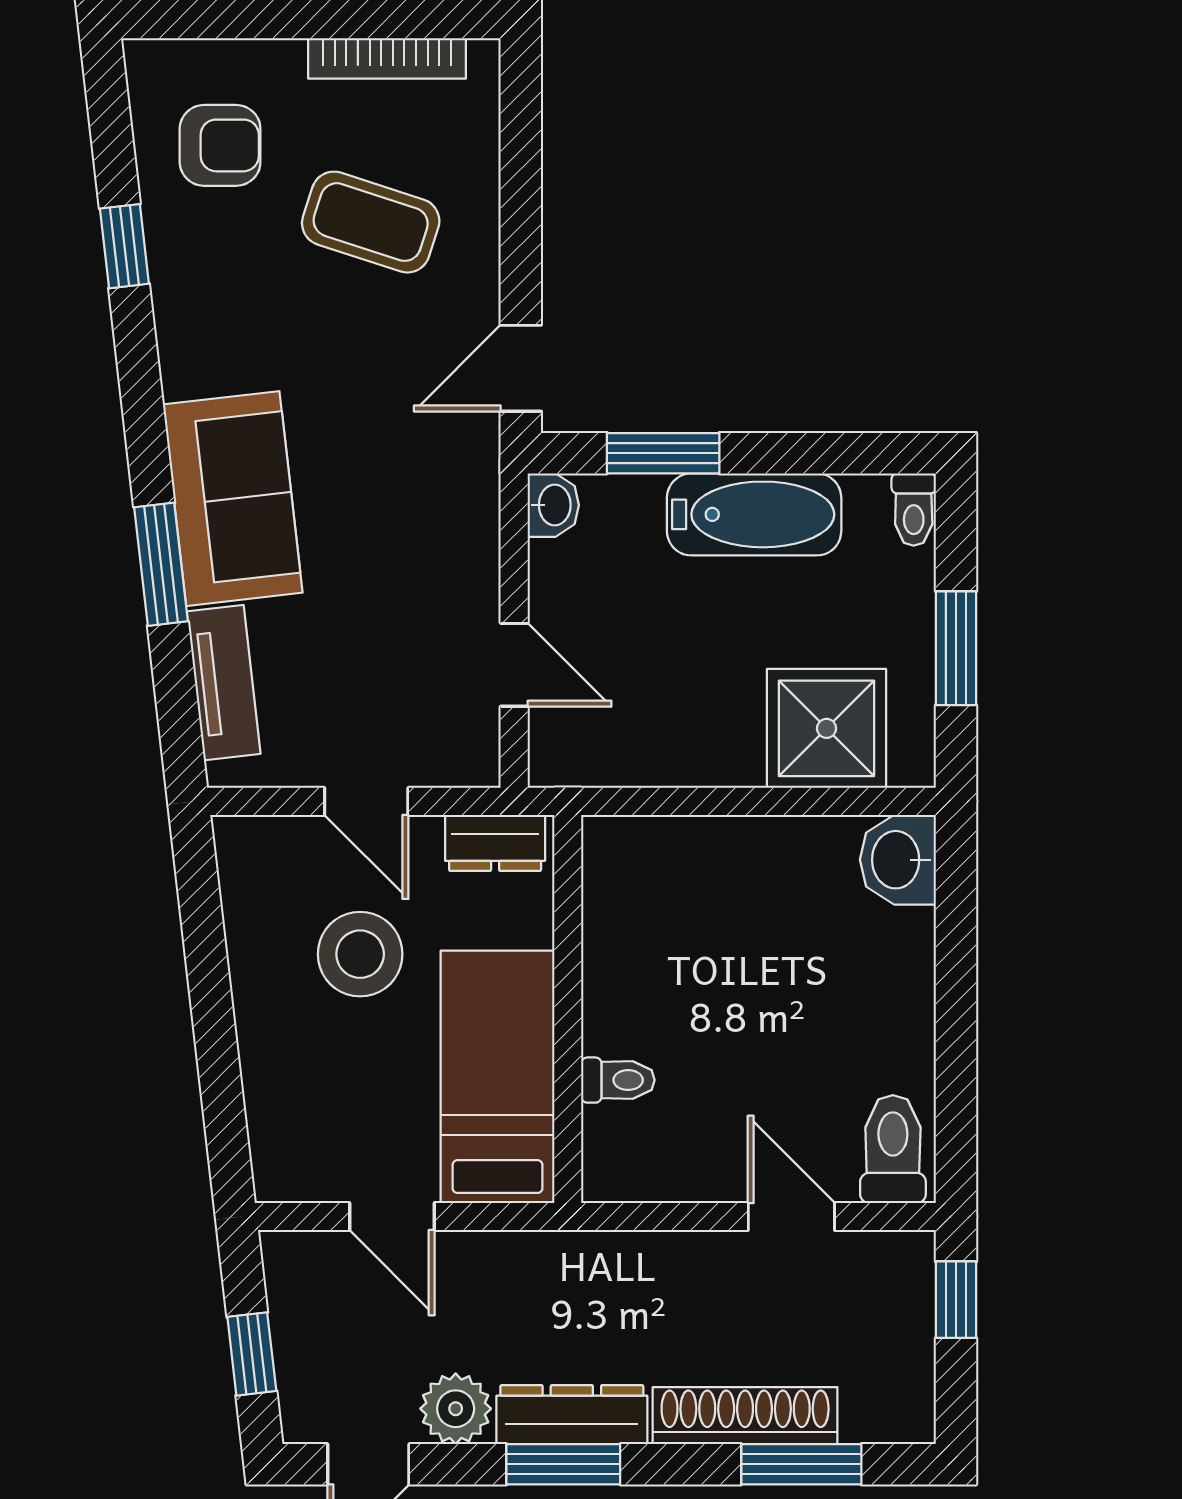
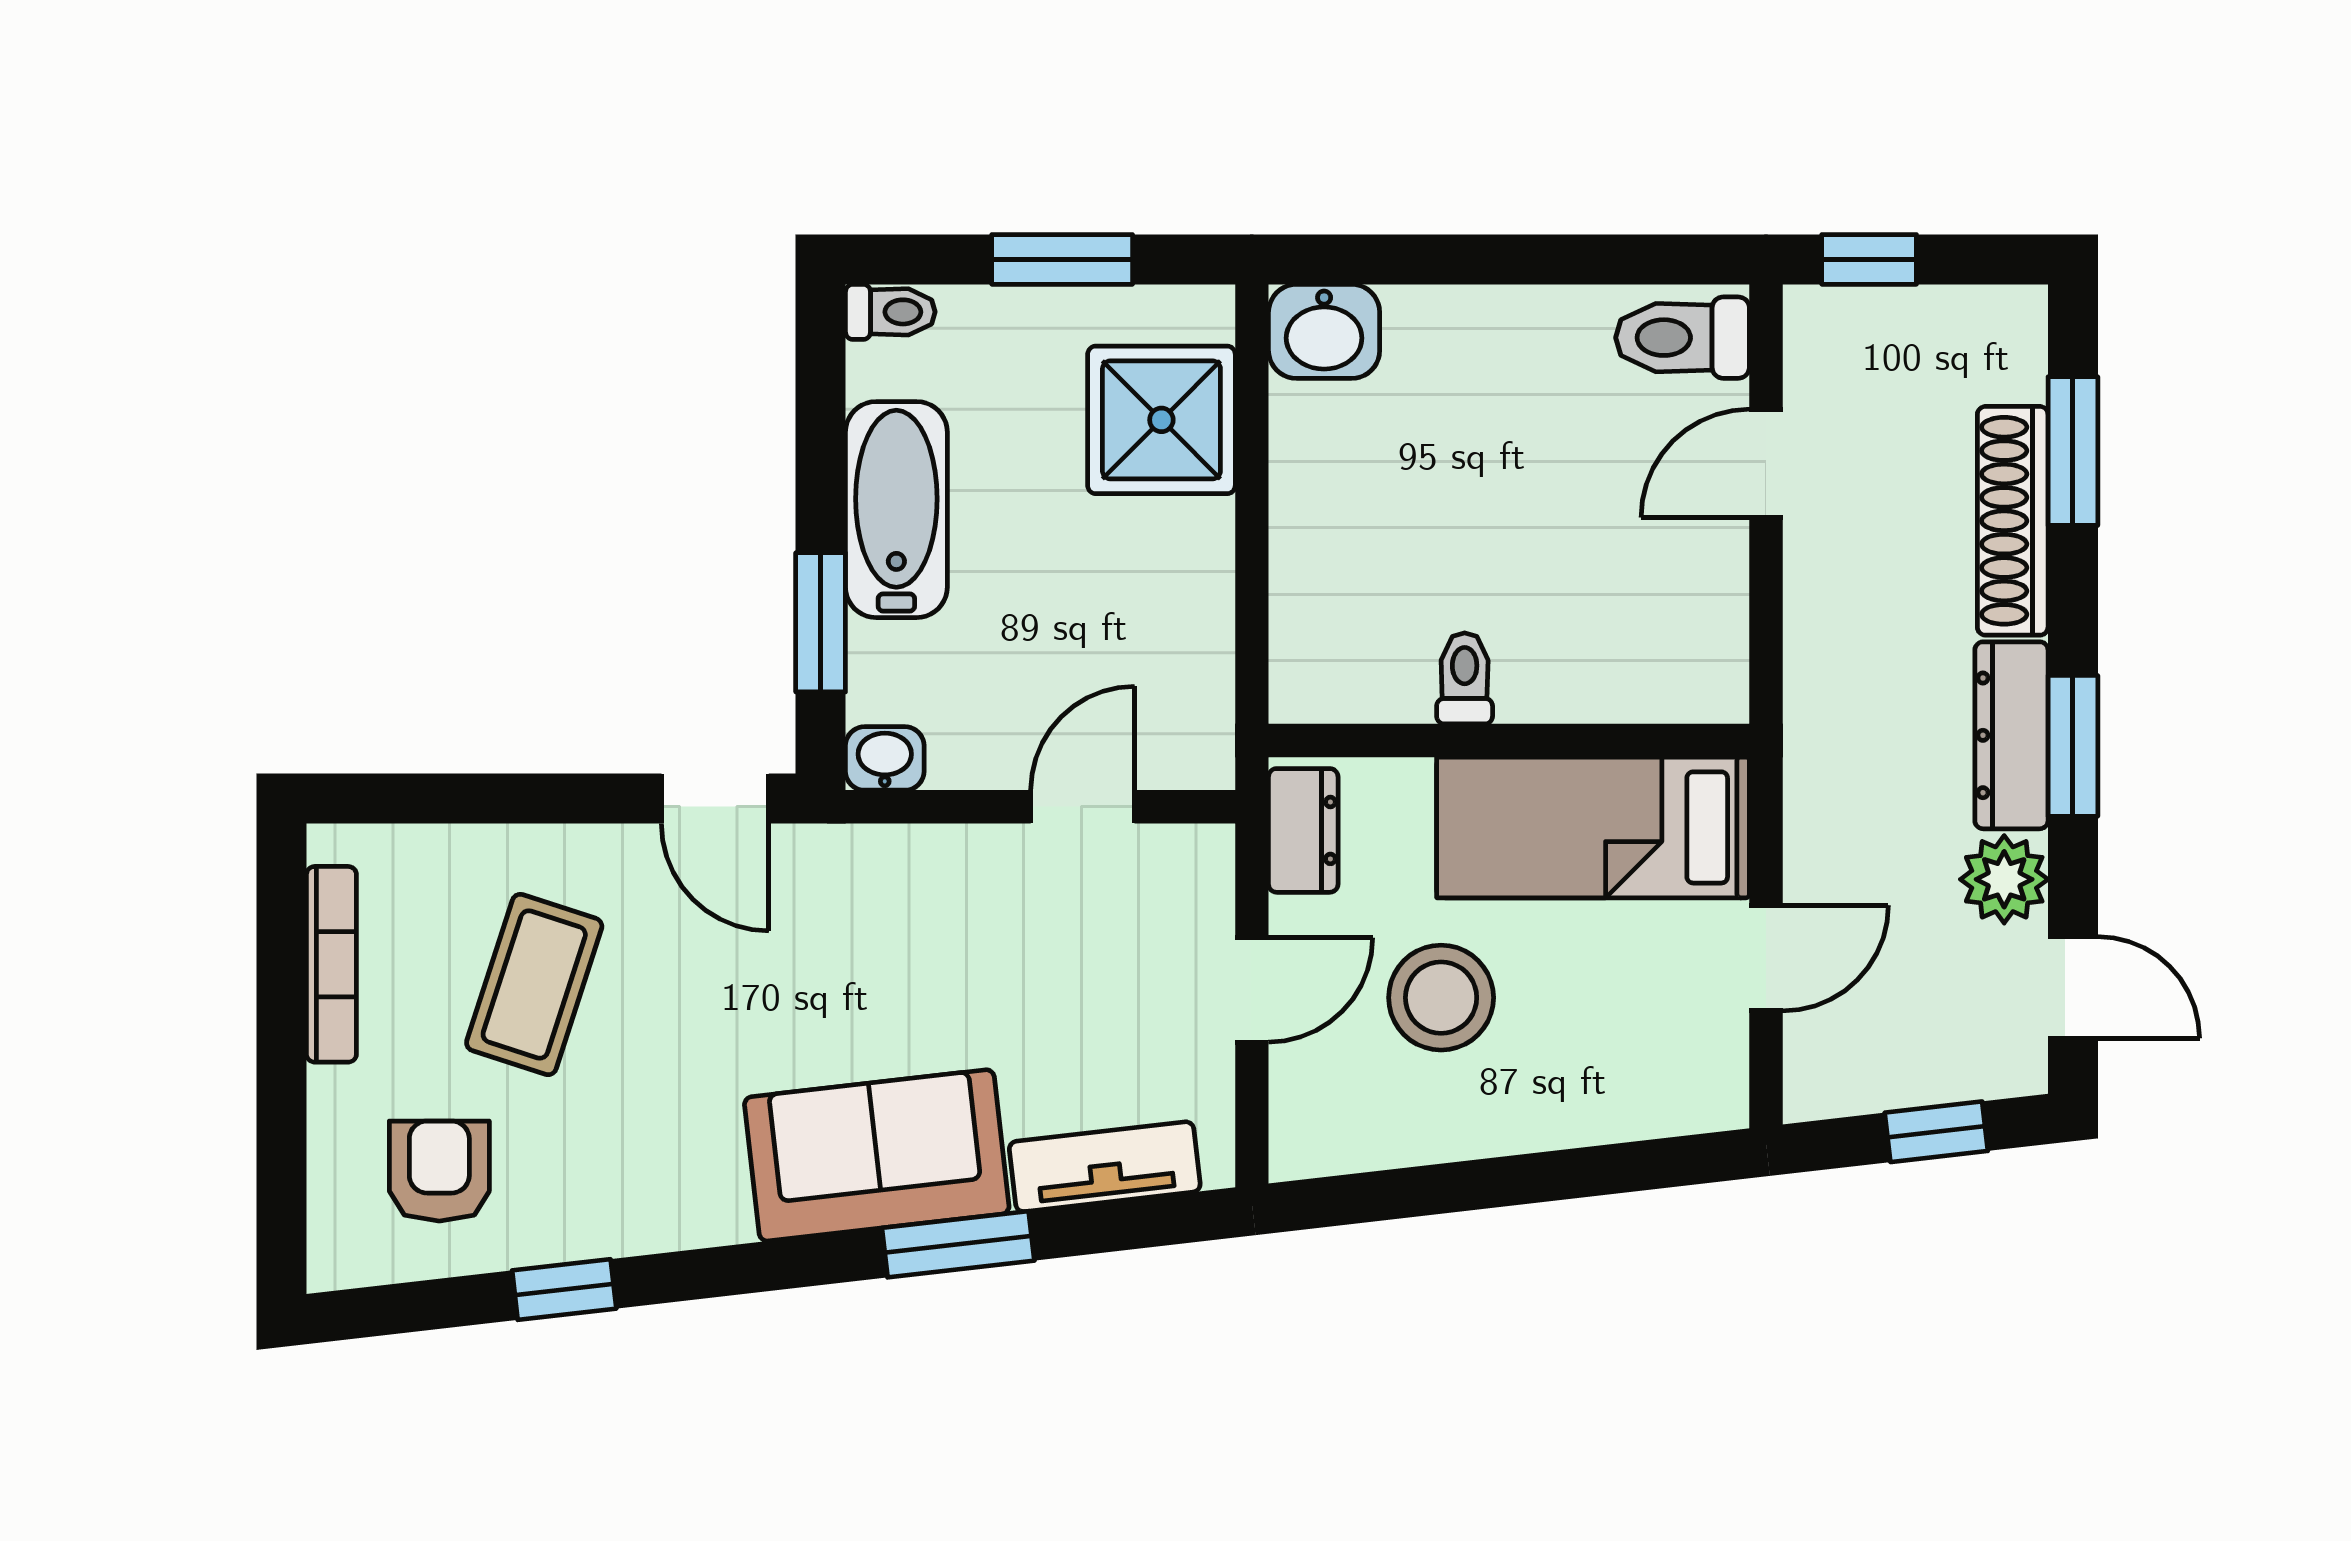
toilet: (618, 1080) -> (1465, 678), moved

